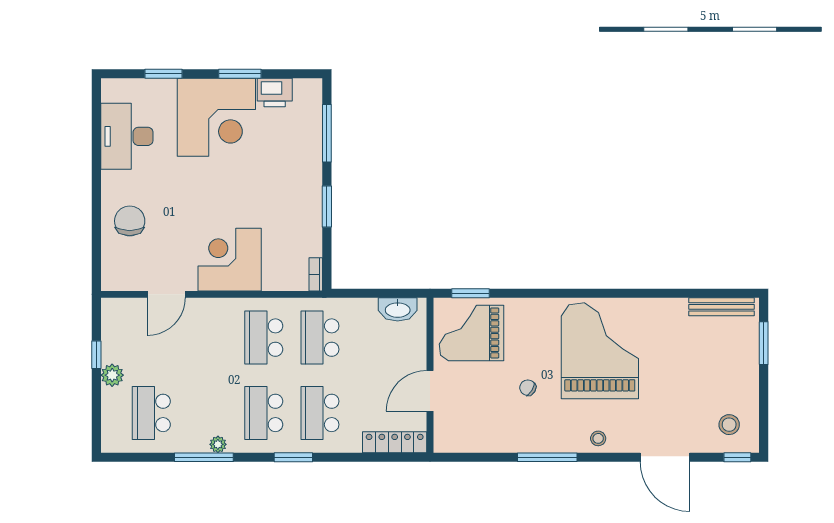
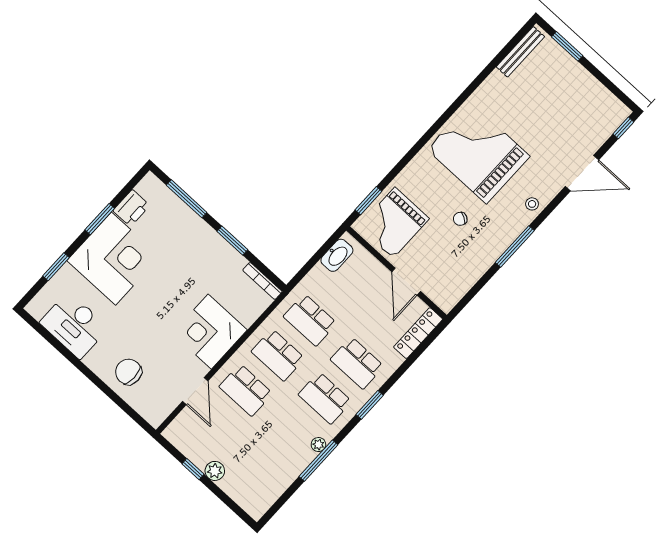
bookcase: (316, 274) -> (262, 281), width x1.56
school desk: (151, 413) -> (246, 390), moved
stool: (729, 425) -> (598, 114), removed

